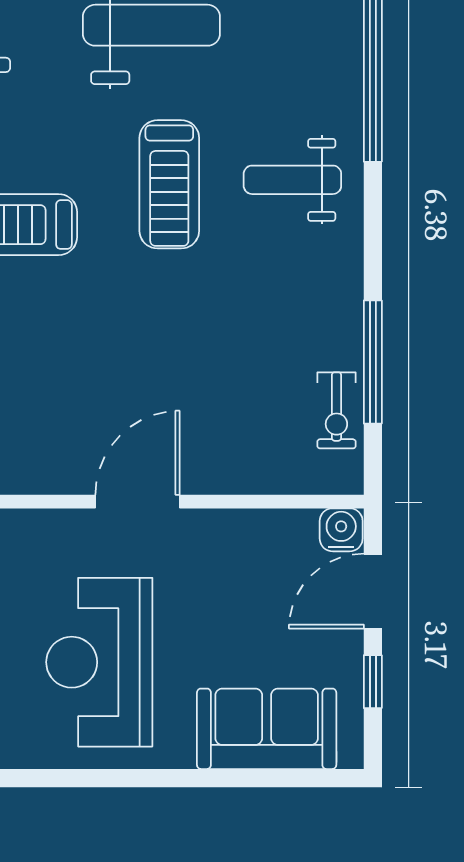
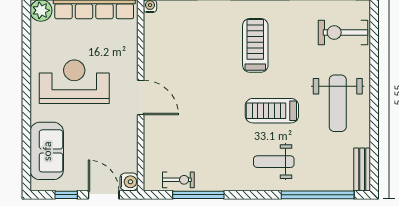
weight bench: (292, 180) -> (274, 162), turned -90
exercise bike: (336, 410) -> (178, 180), turned 180

